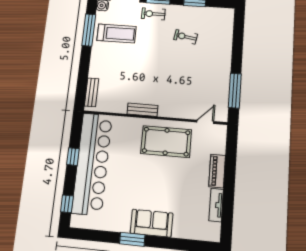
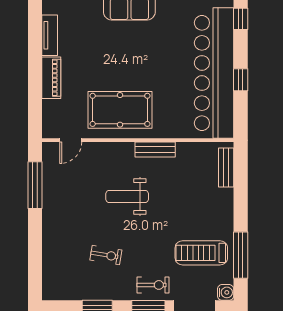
weight bench: (166, 77) -> (127, 196), added

